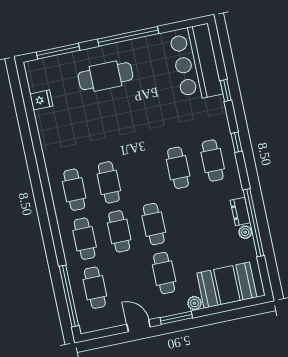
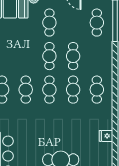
fridge: (41, 100) -> (106, 136), moved
cafe table: (85, 239) -> (49, 90), moved

